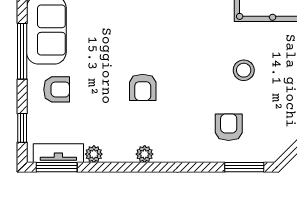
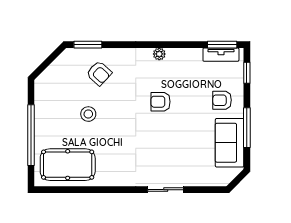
armchair: (143, 87) -> (161, 102), turned -90
armchair: (229, 127) -> (99, 73), turned -47
plant: (94, 154) -> (196, 54), removed

